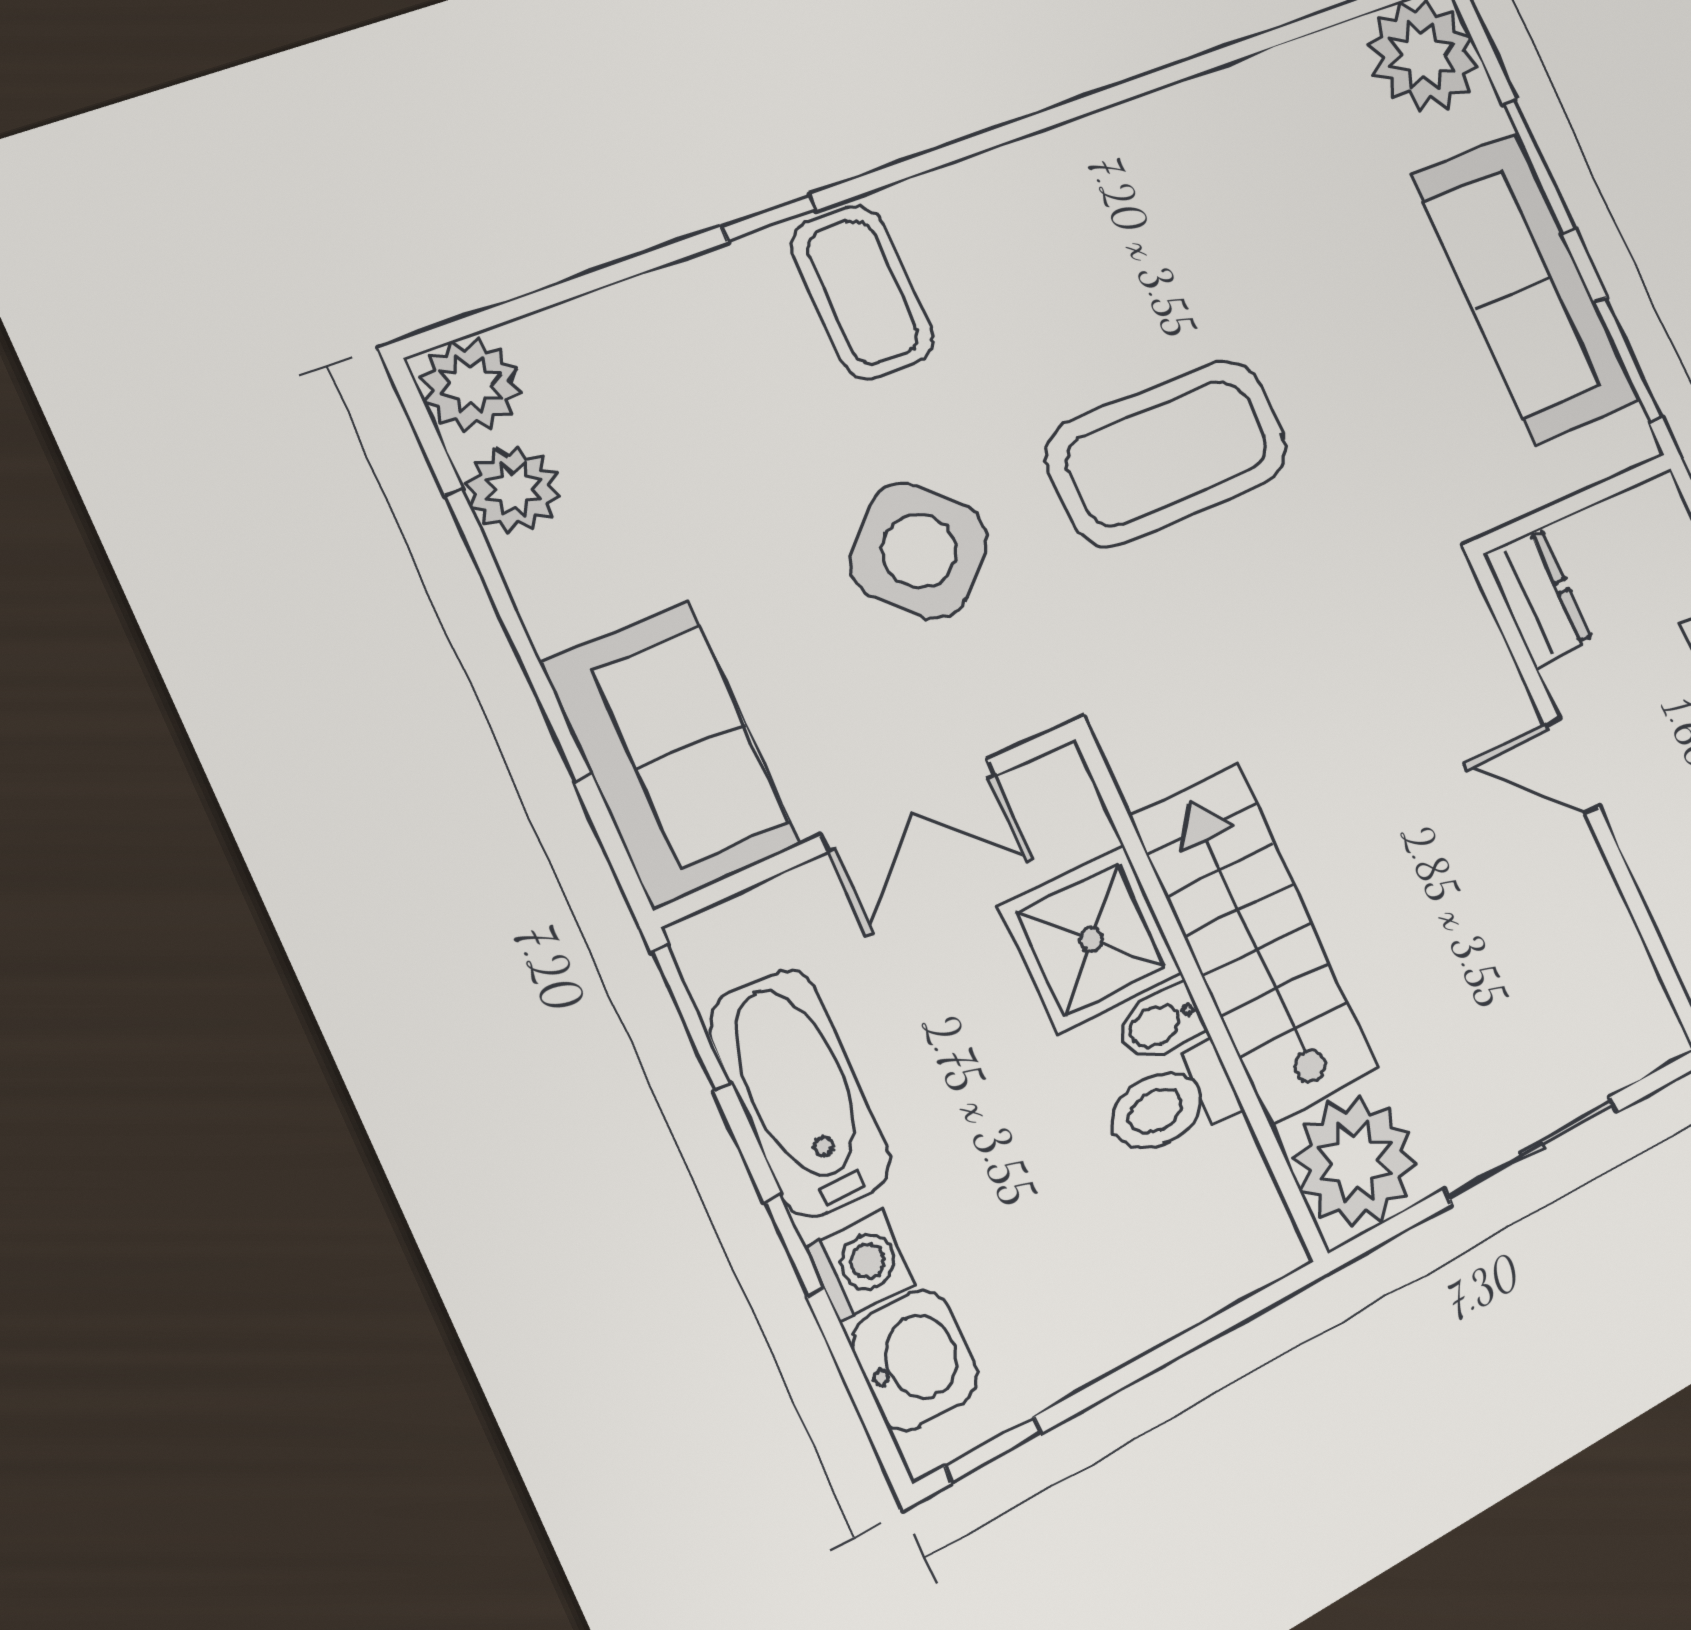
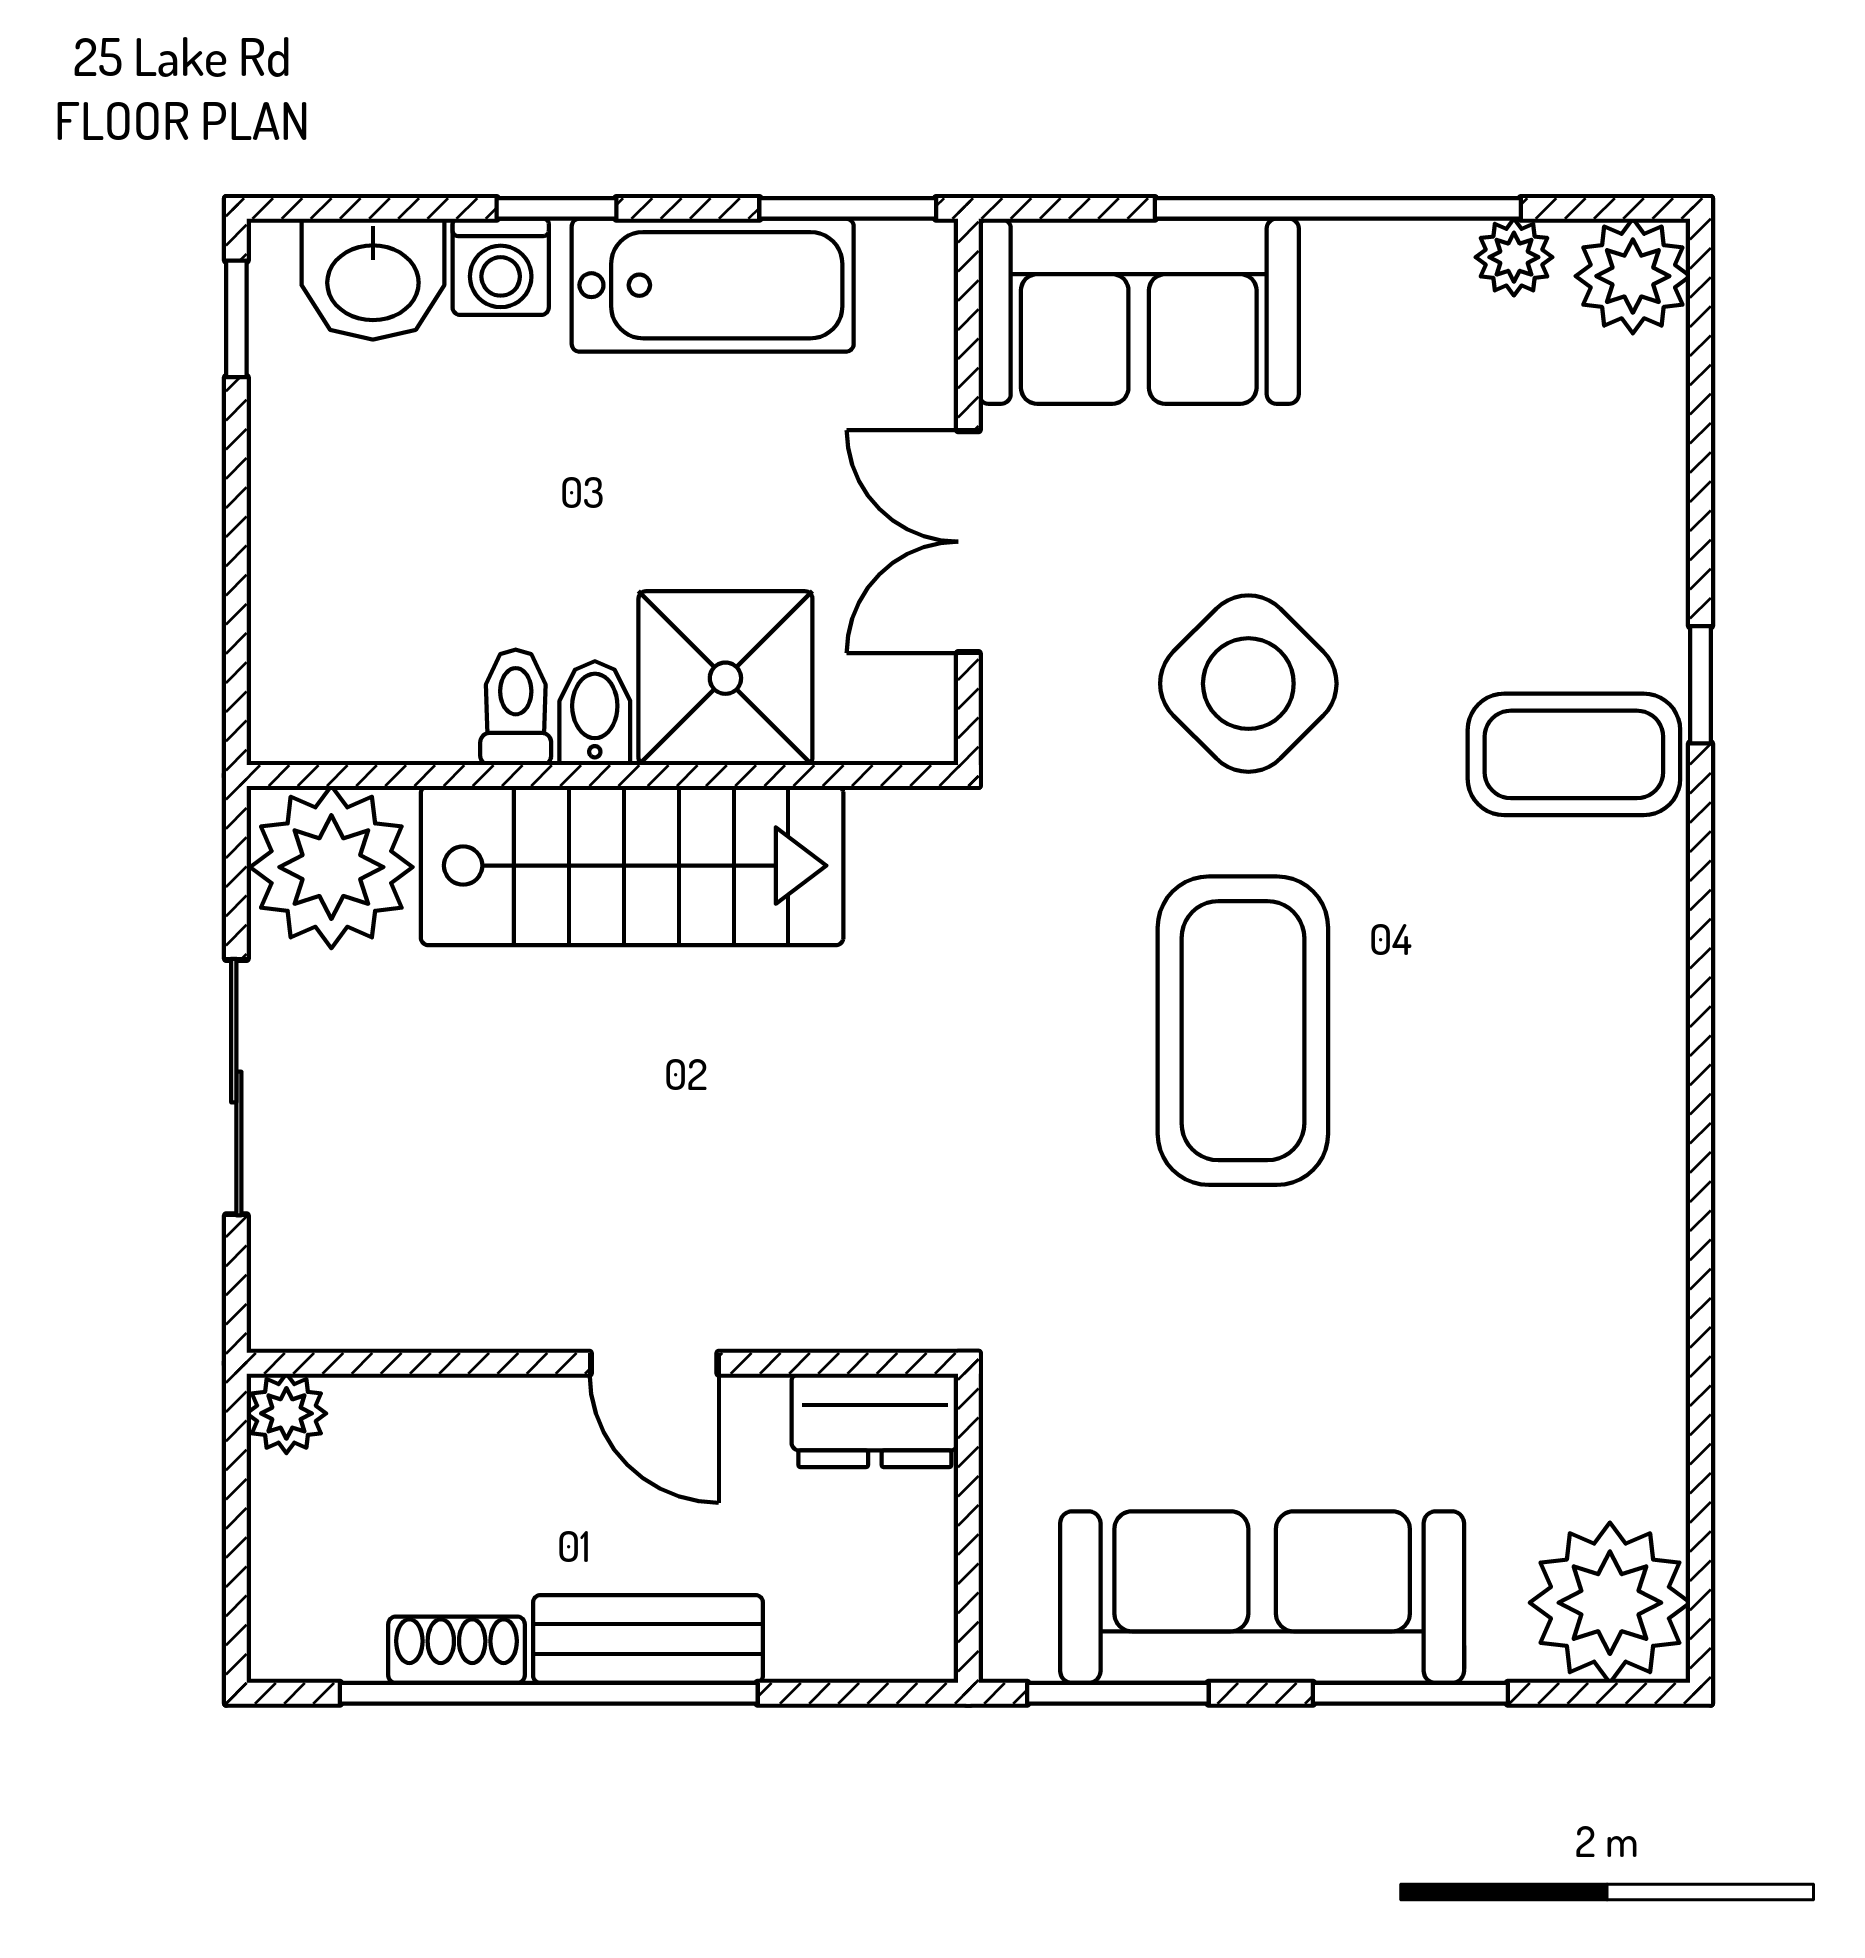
plant: (513, 489) -> (1514, 257), width x0.73, depth x0.73
door: (1572, 766) -> (654, 1363), swing flipped
toilet: (1171, 1102) -> (516, 707), width x0.73, depth x0.72

